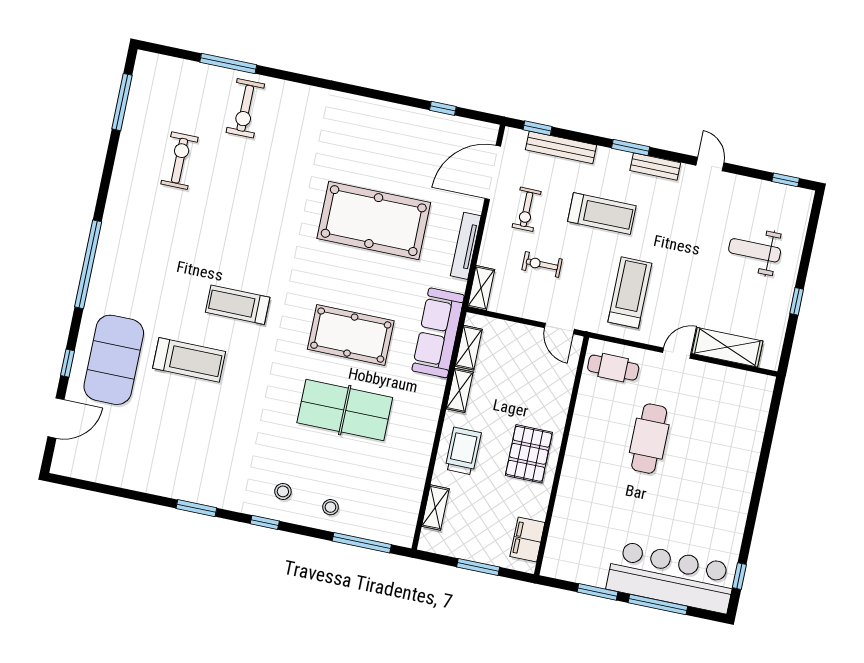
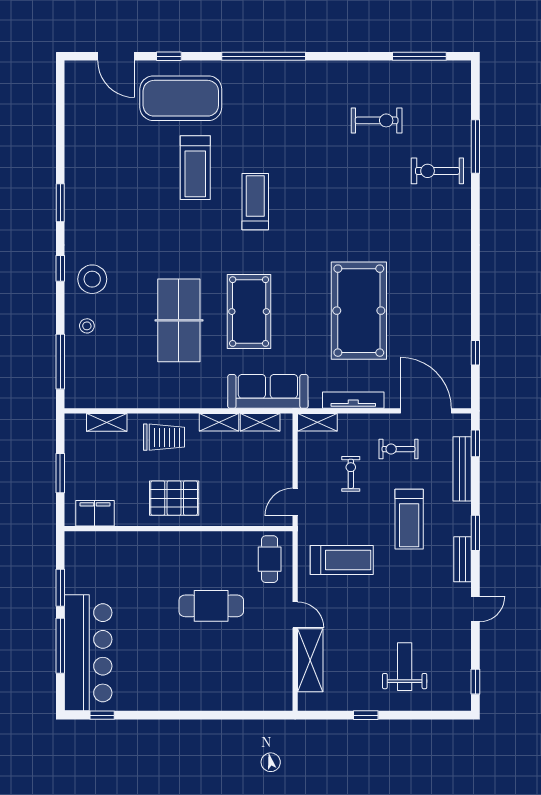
stool: (283, 491) -> (92, 279), width x1.89, depth x1.89

